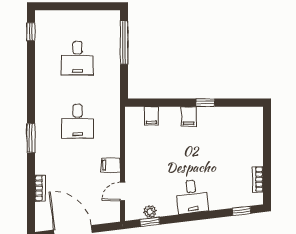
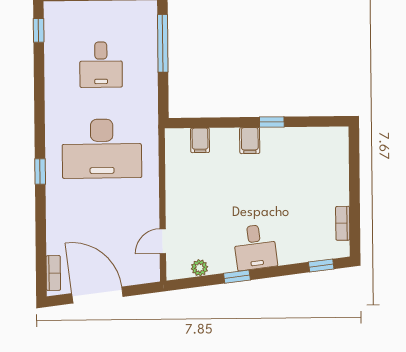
desk: (77, 121) -> (102, 149), width x1.87, depth x1.30
window: (31, 138) -> (40, 172), width x0.67
filing cabinet: (111, 165) -> (147, 206), removed
bookcase: (40, 188) -> (53, 273), moved
window: (150, 222) -> (237, 277), moved

